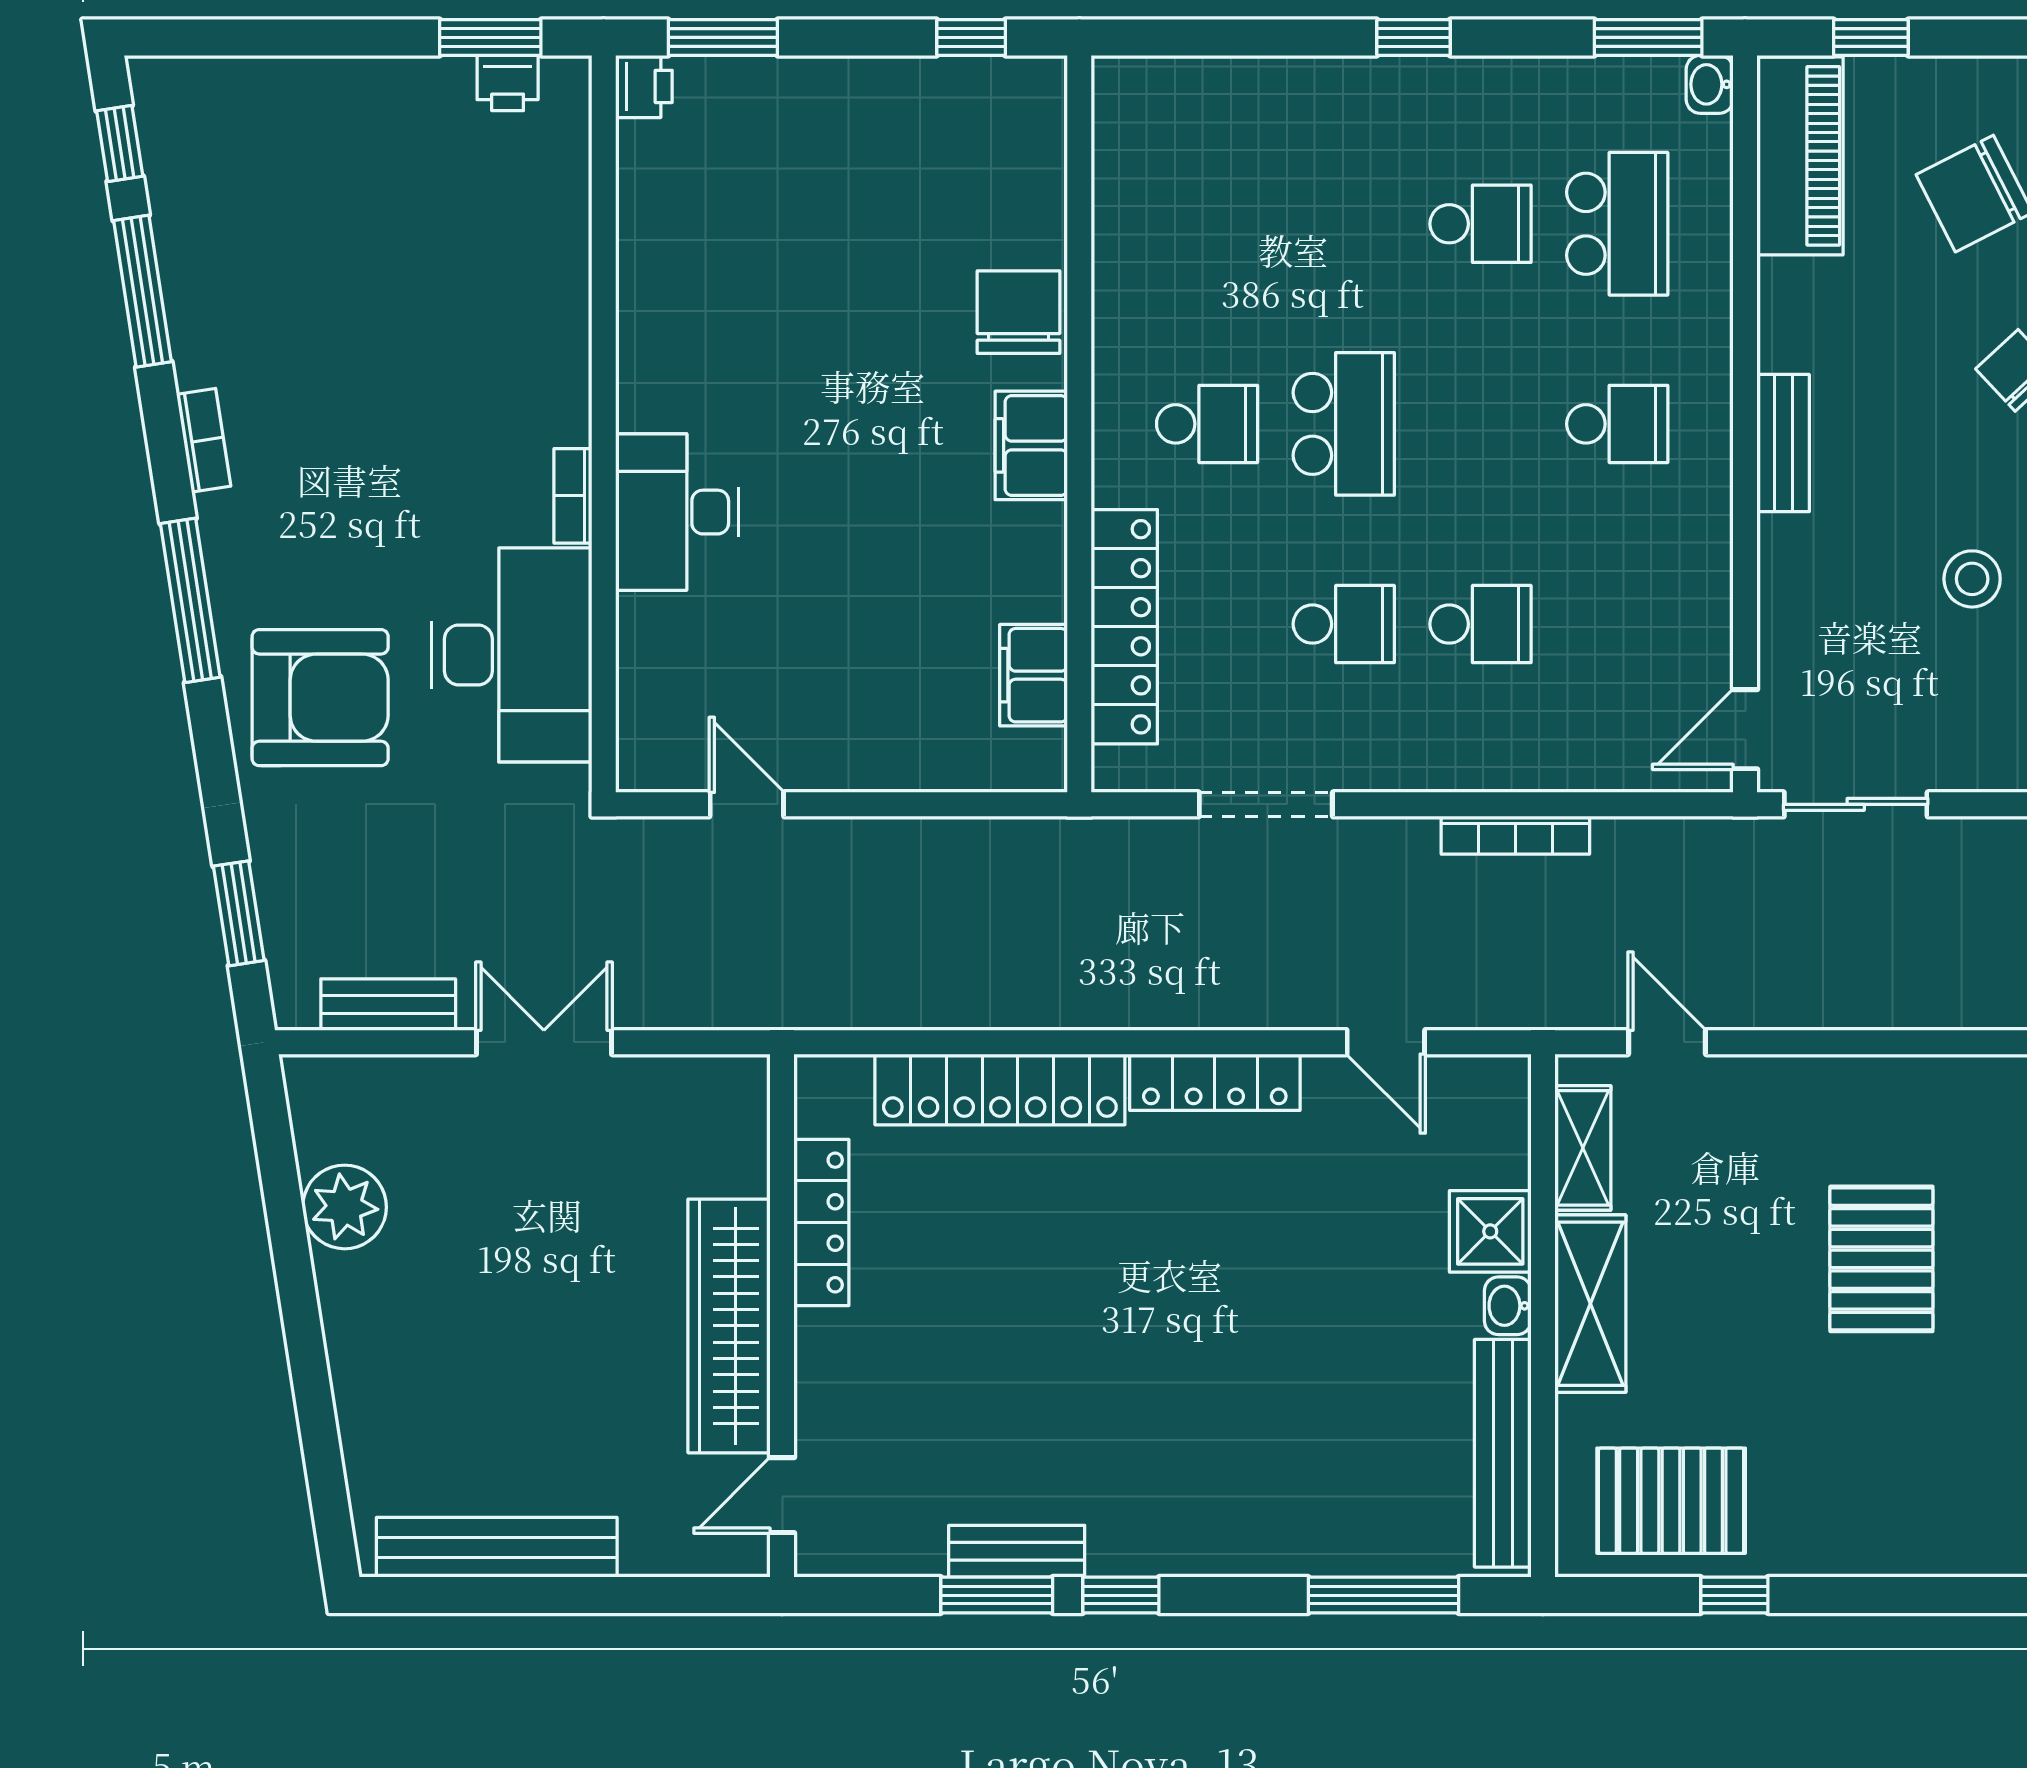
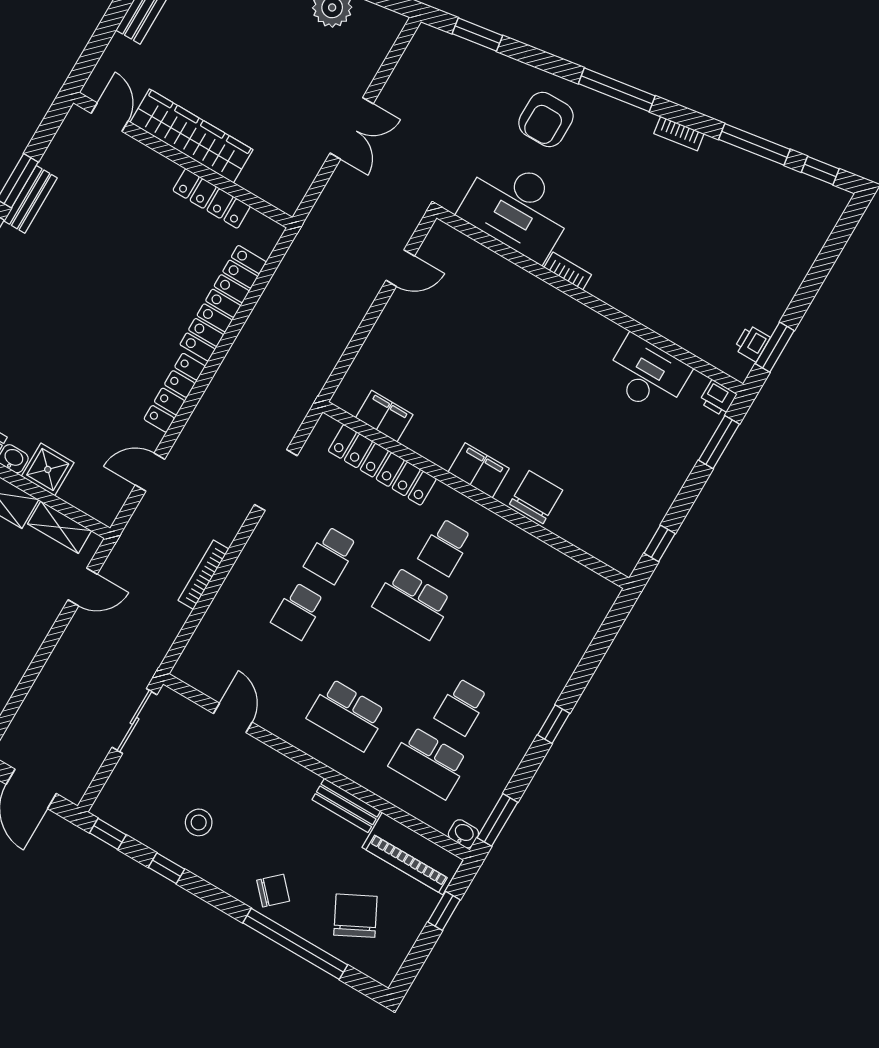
chair: (1019, 312) -> (536, 497), turned -90
school desk: (1617, 424) -> (347, 715), width x1.85
bench: (1783, 443) -> (346, 805), moved
desk: (677, 512) -> (647, 375), moved
armchair: (320, 698) -> (546, 120), width x0.73, depth x0.73
door: (1745, 729) -> (233, 718), moved
bench: (388, 1005) -> (404, 74), removed

